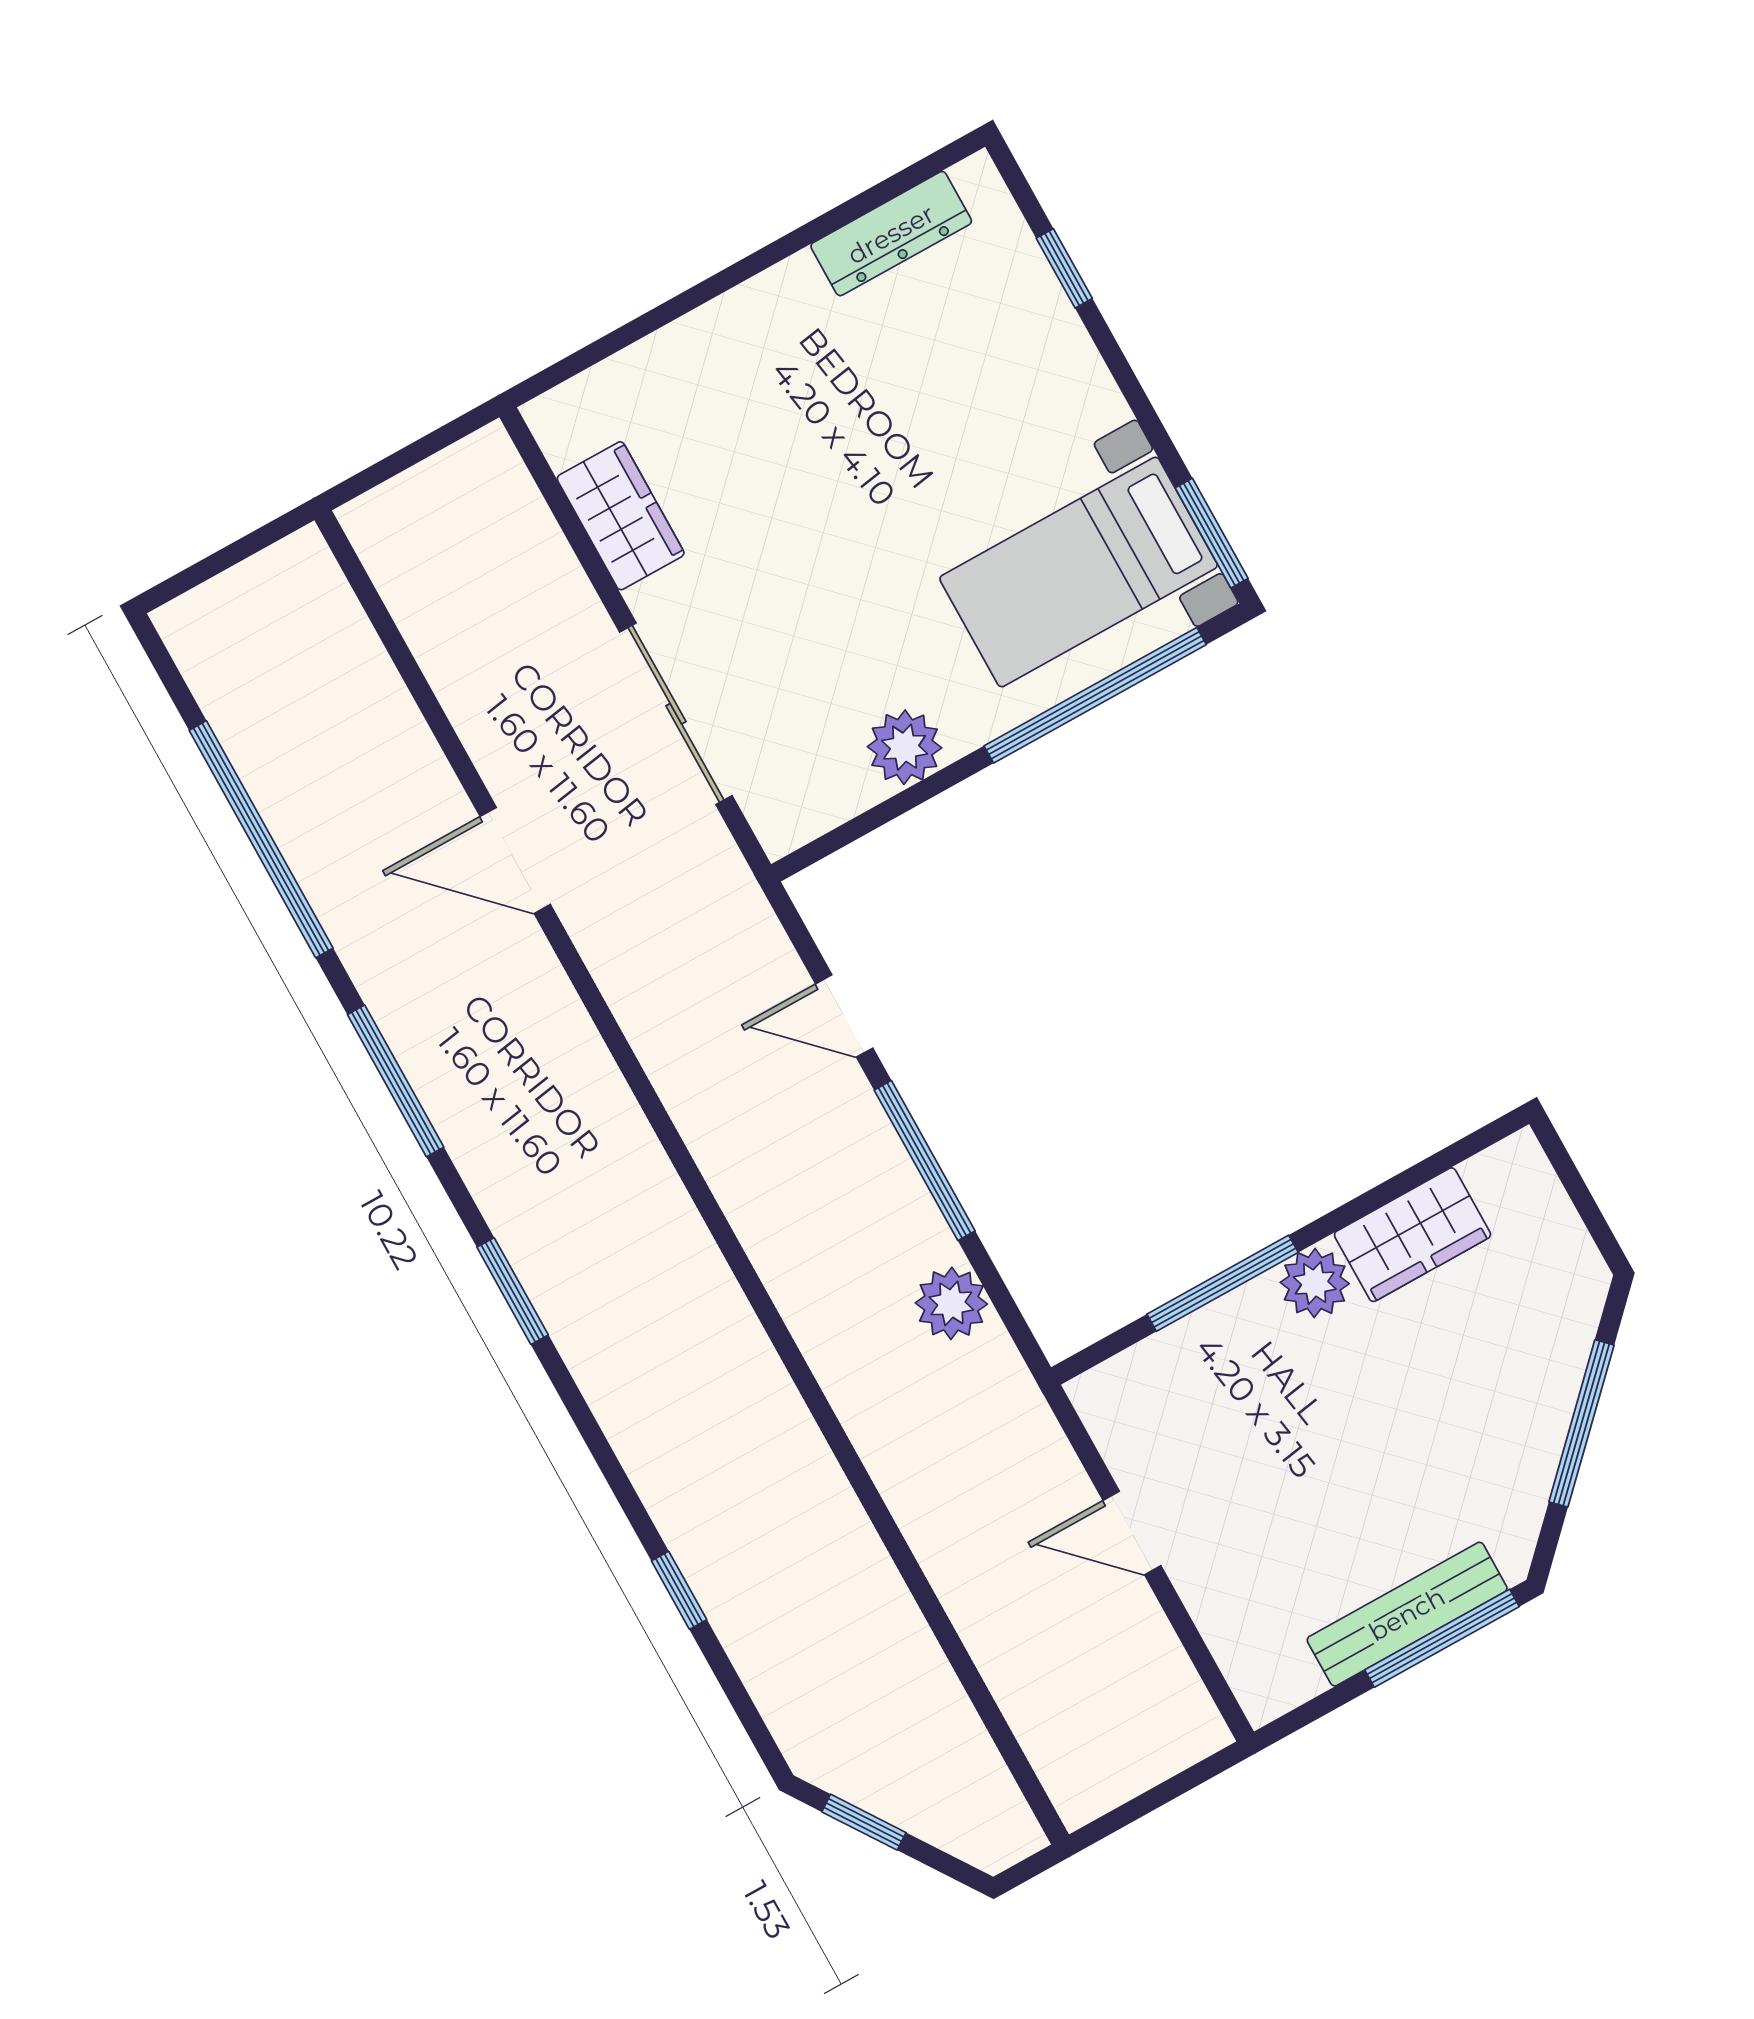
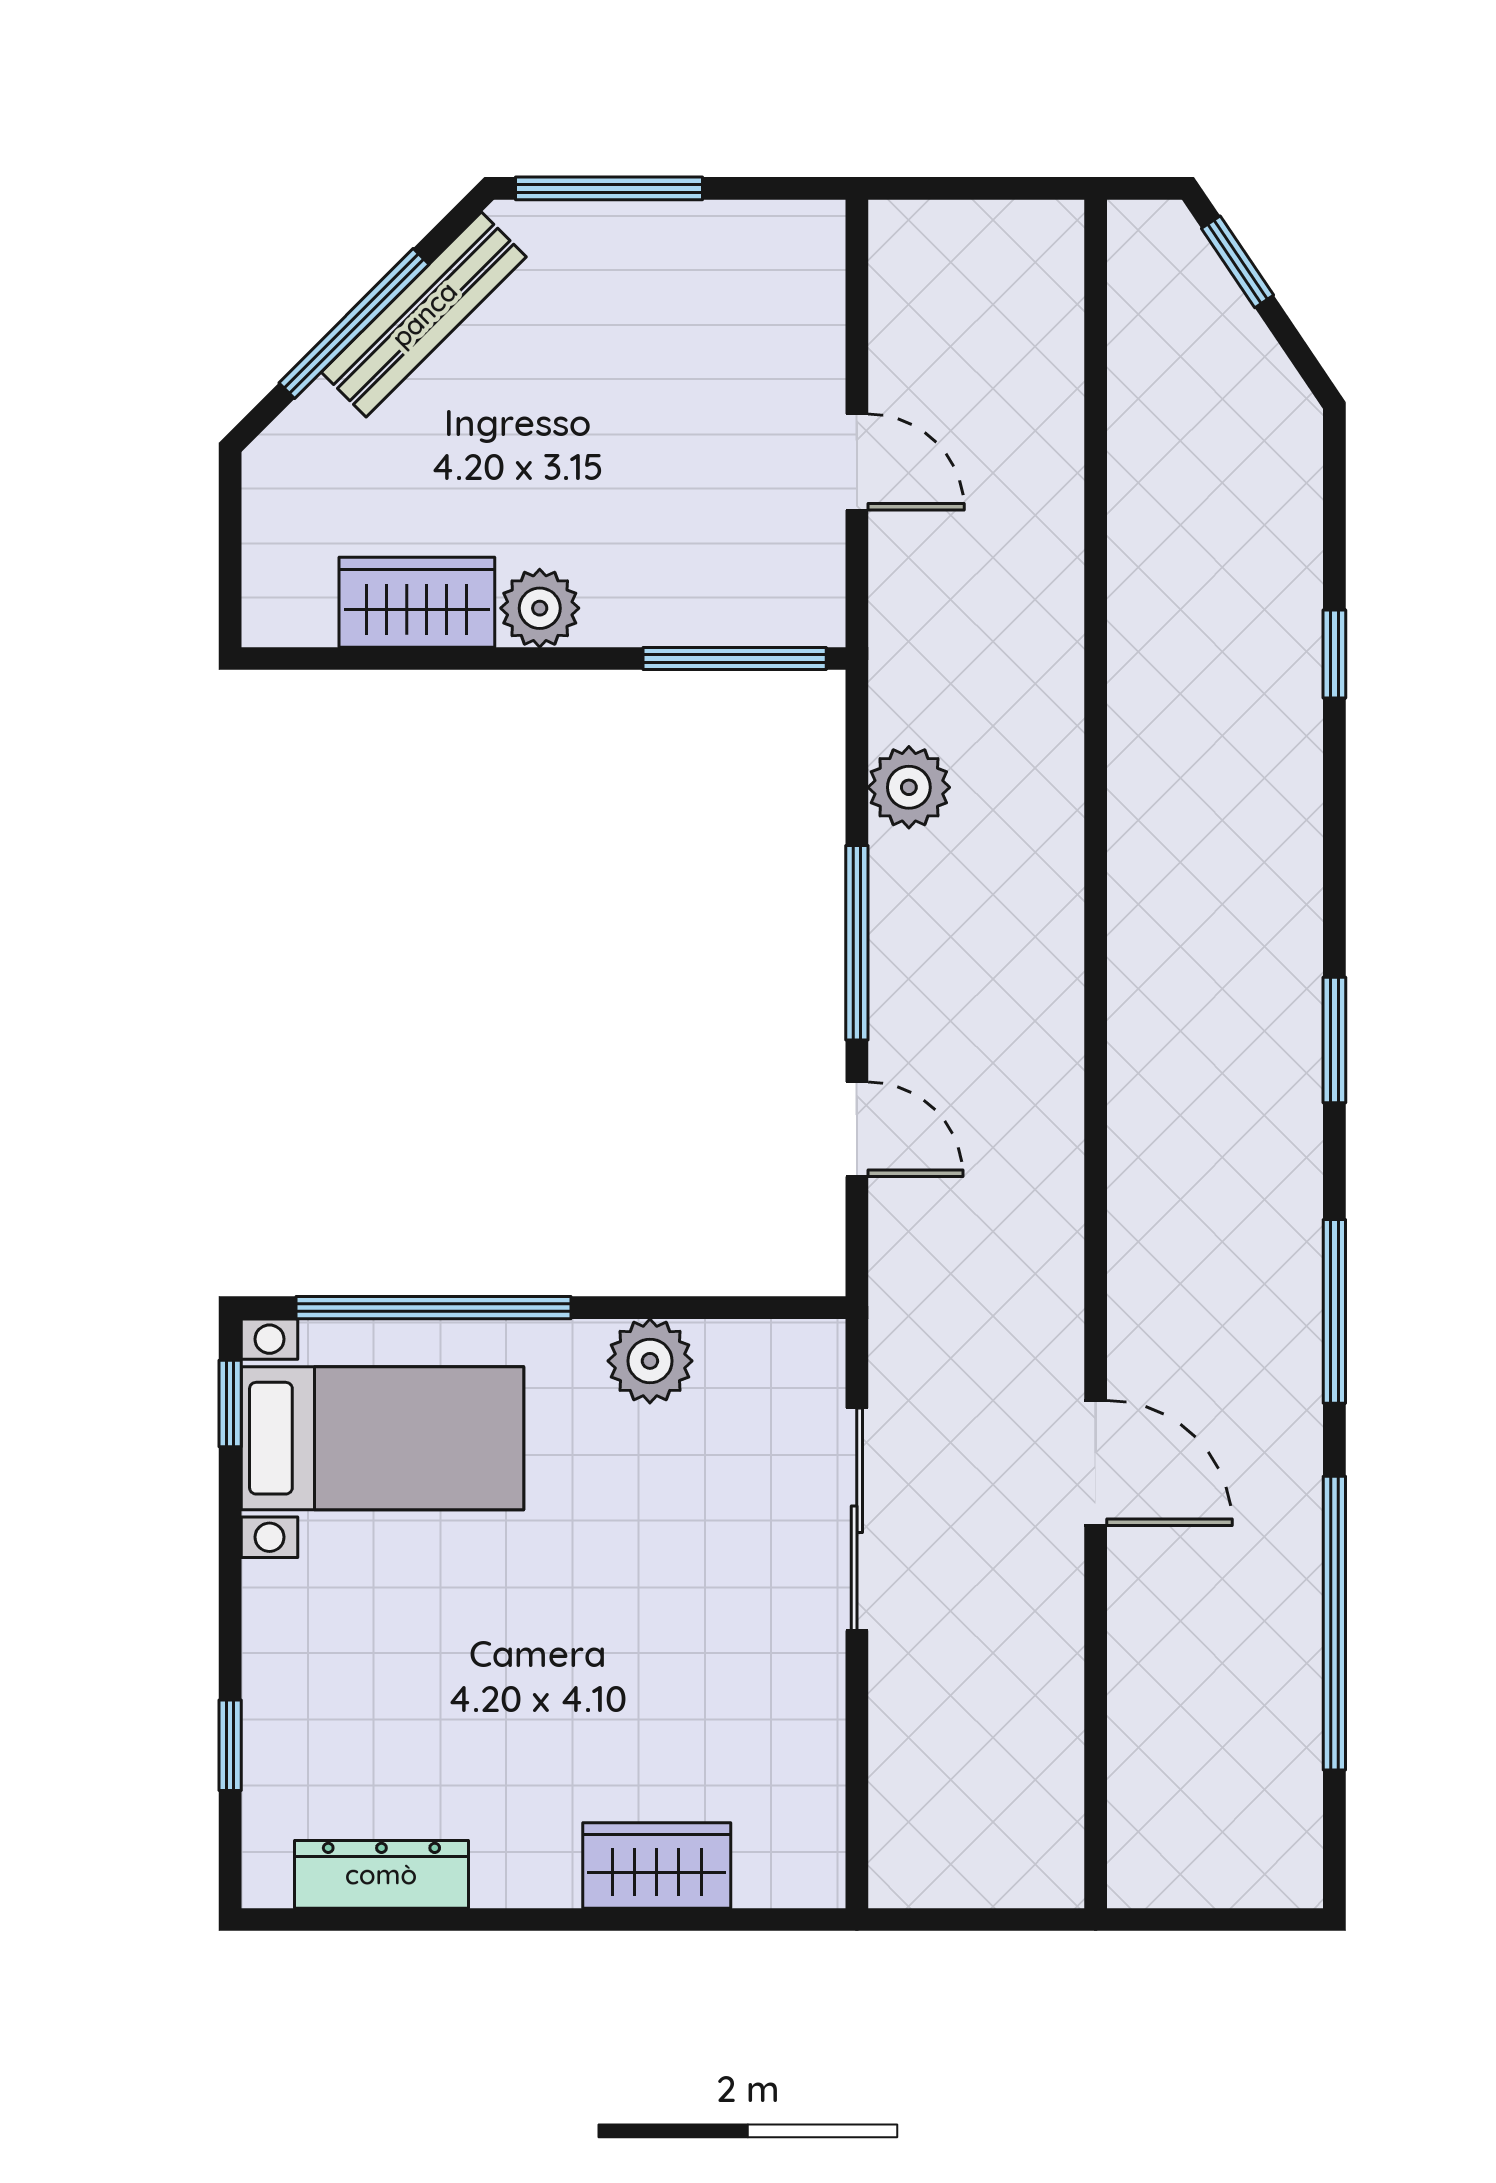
wardrobe: (621, 516) -> (657, 1866), moved, turned 90
window: (1212, 533) -> (230, 1403), width x0.67
window: (1223, 1283) -> (735, 658), moved
bench: (1407, 1614) -> (424, 314), moved, turned -45
window: (864, 1822) -> (1238, 262), moved

